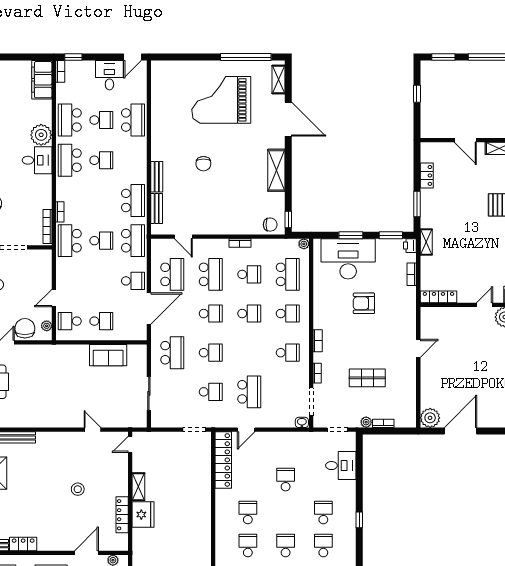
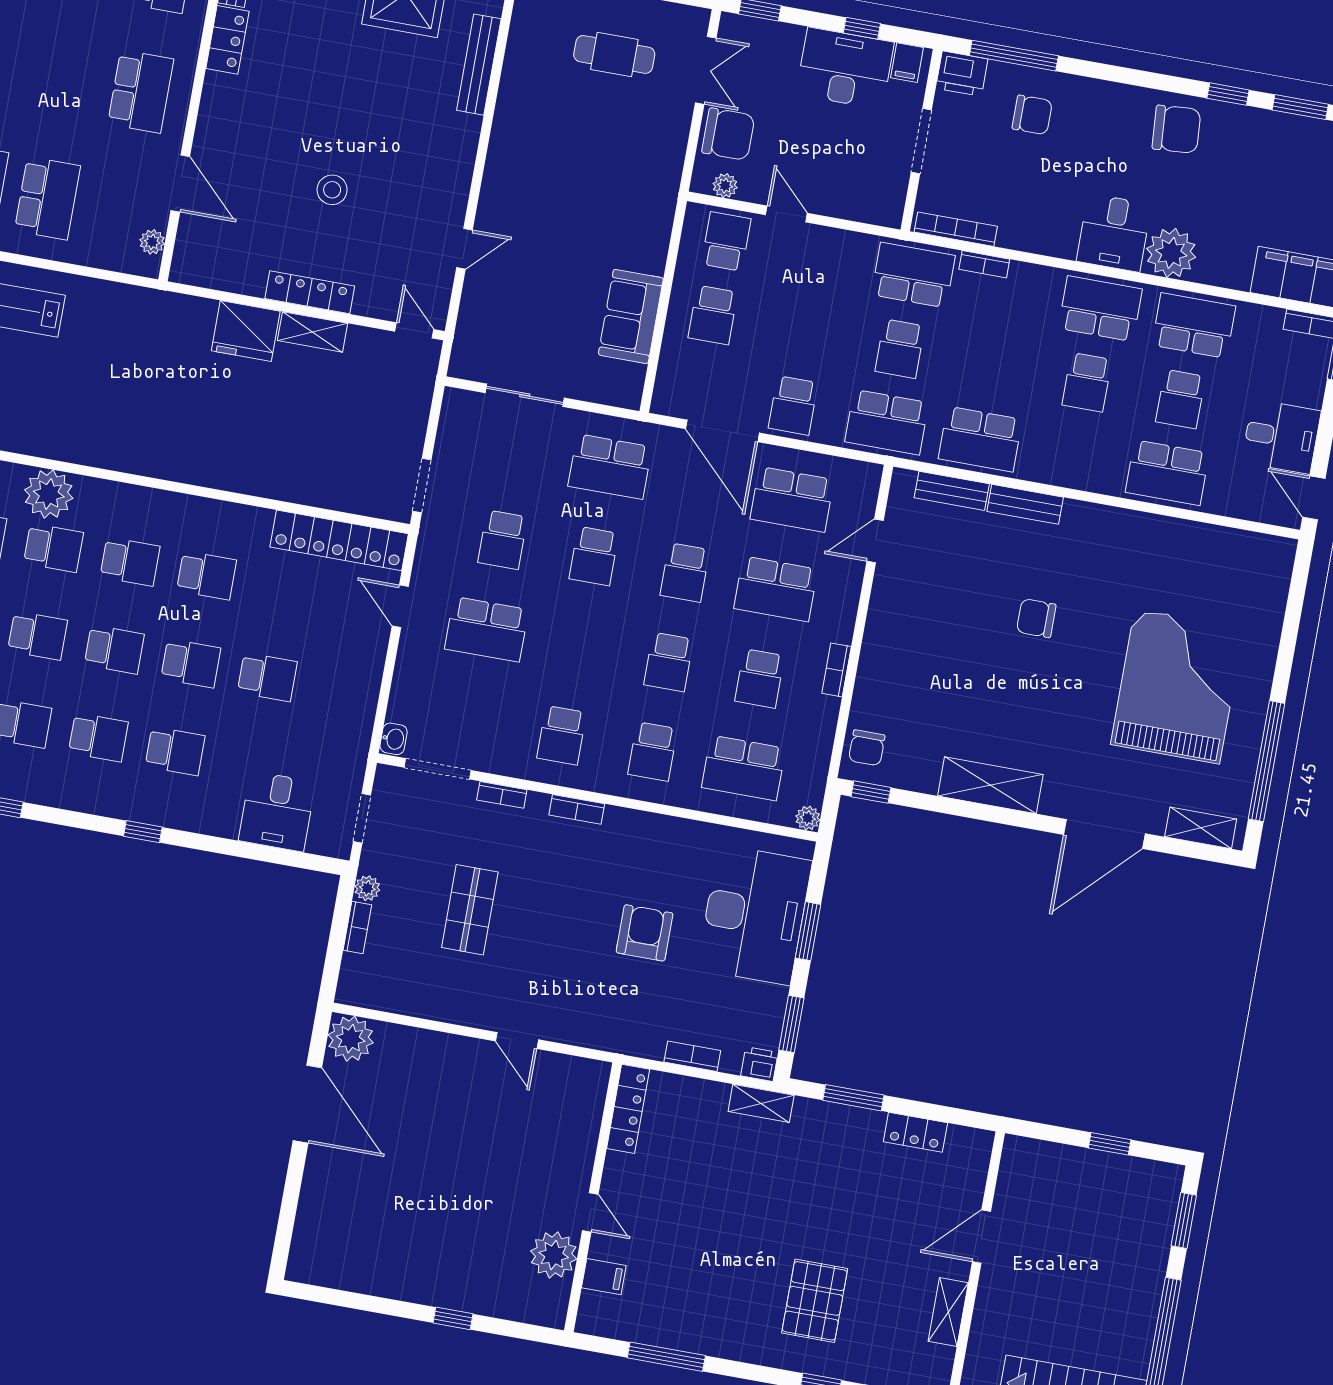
school desk: (286, 513) -> (191, 663), added
locker: (122, 515) -> (310, 292), moved

